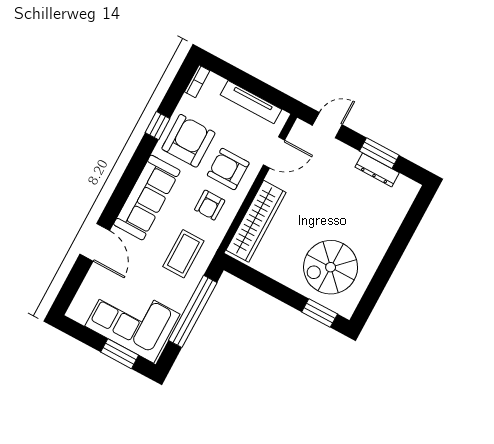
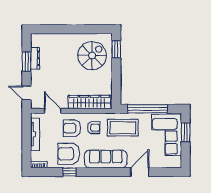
armchair: (228, 169) -> (72, 128), turned 89
coffee table: (183, 254) -> (123, 128), width x1.36, depth x1.32
spiral stairs: (331, 267) -> (92, 56), turned -90

